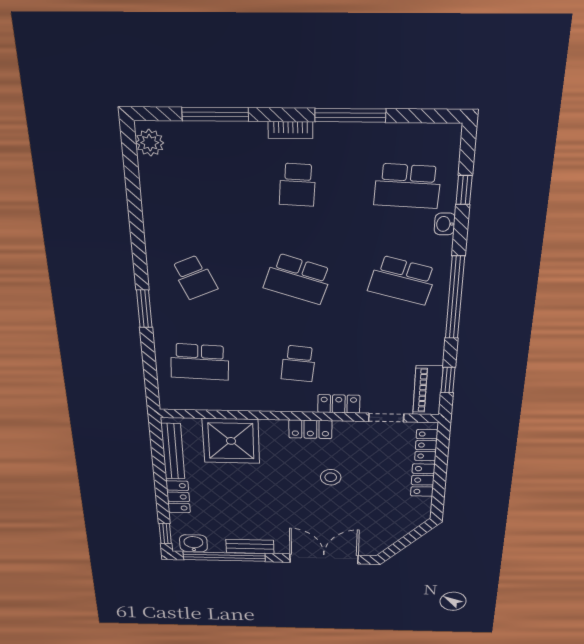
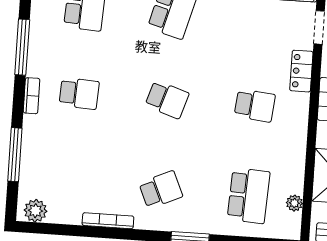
bookcase: (150, 224) -> (108, 221), added
school desk: (298, 279) -> (167, 99), width x0.54
plant: (198, 403) -> (294, 203), added

